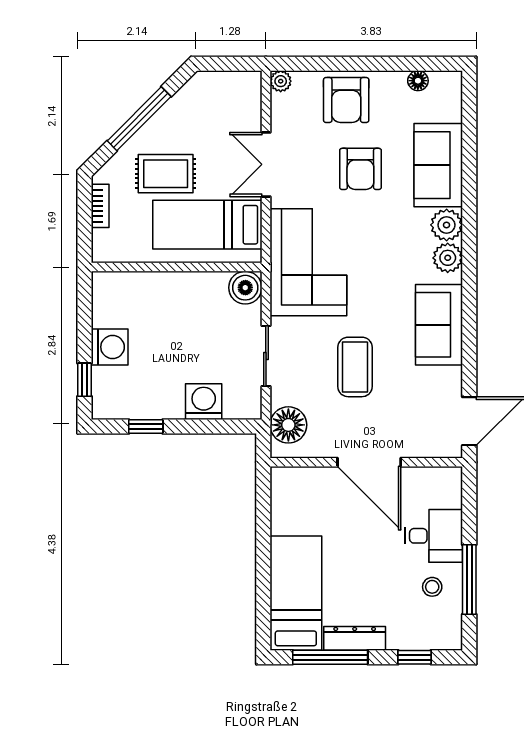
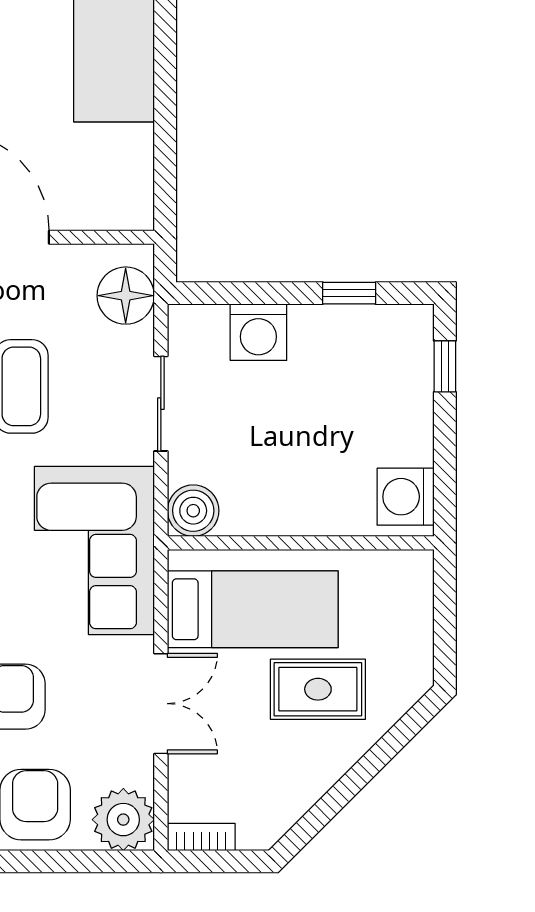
plant: (281, 81) -> (123, 820), width x1.87, depth x1.87
window: (139, 119) -> (360, 775), removed
bookcase: (100, 206) -> (201, 837), moved, turned 90
washing machine: (110, 347) -> (406, 497), moved

